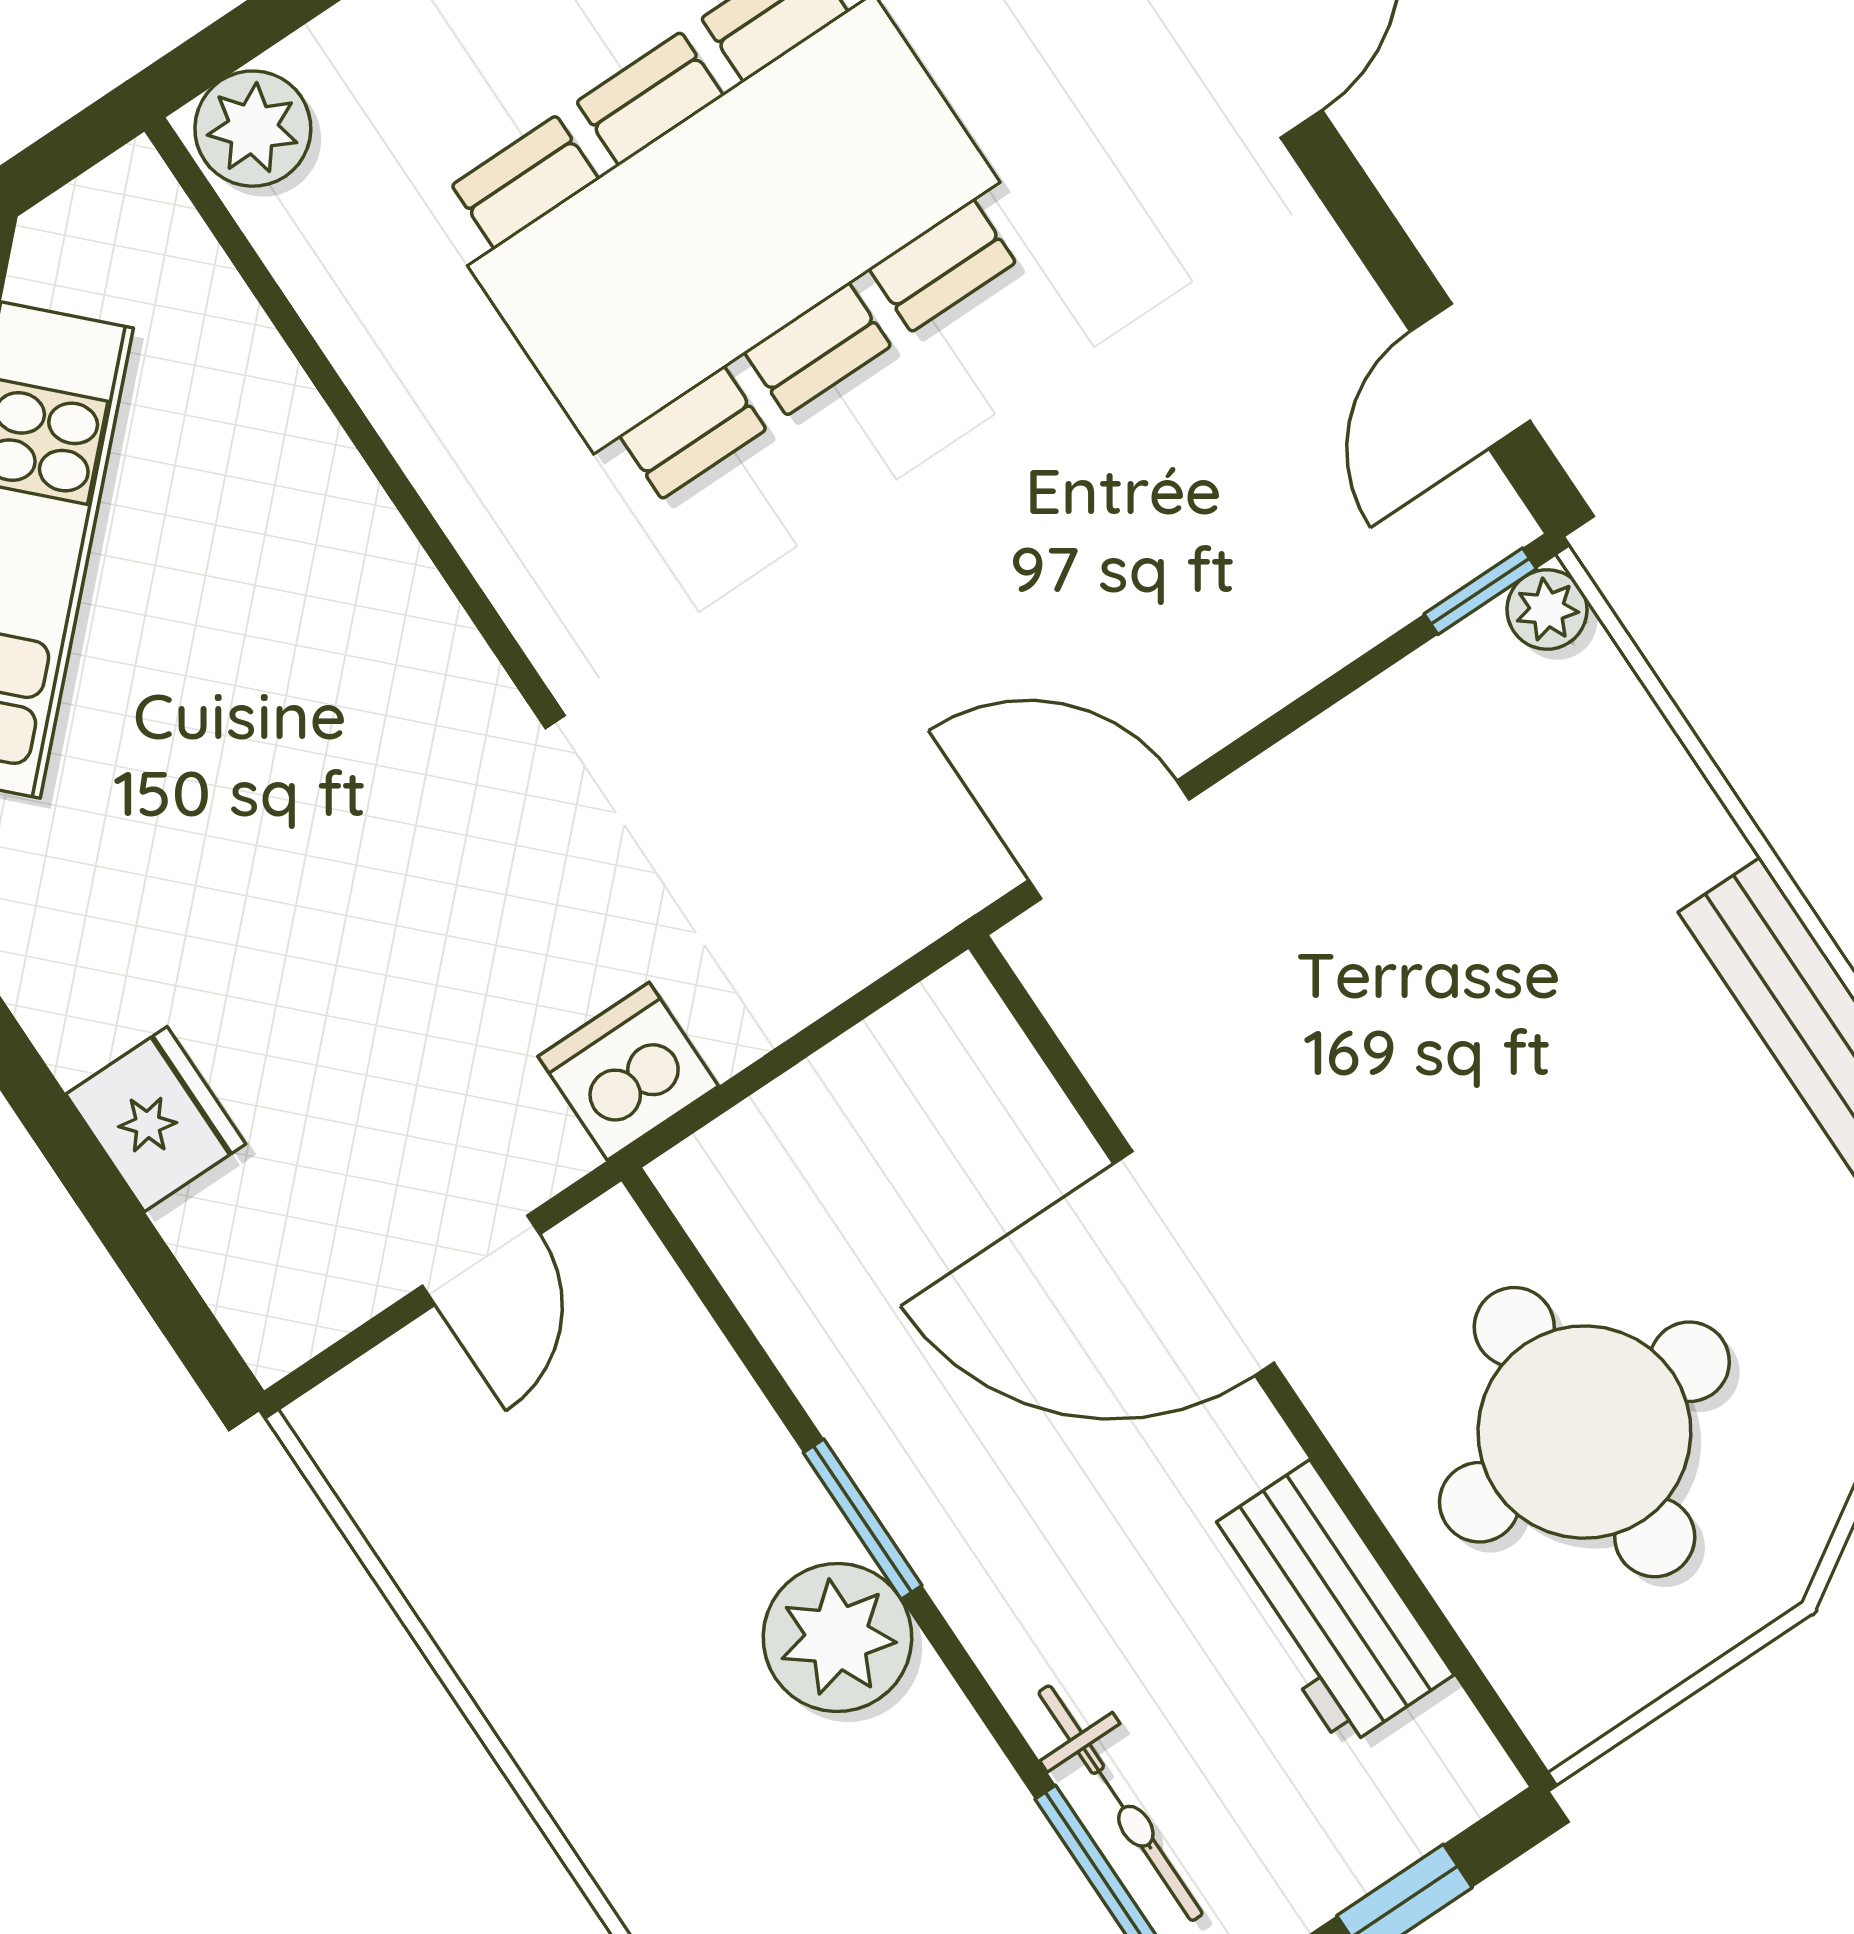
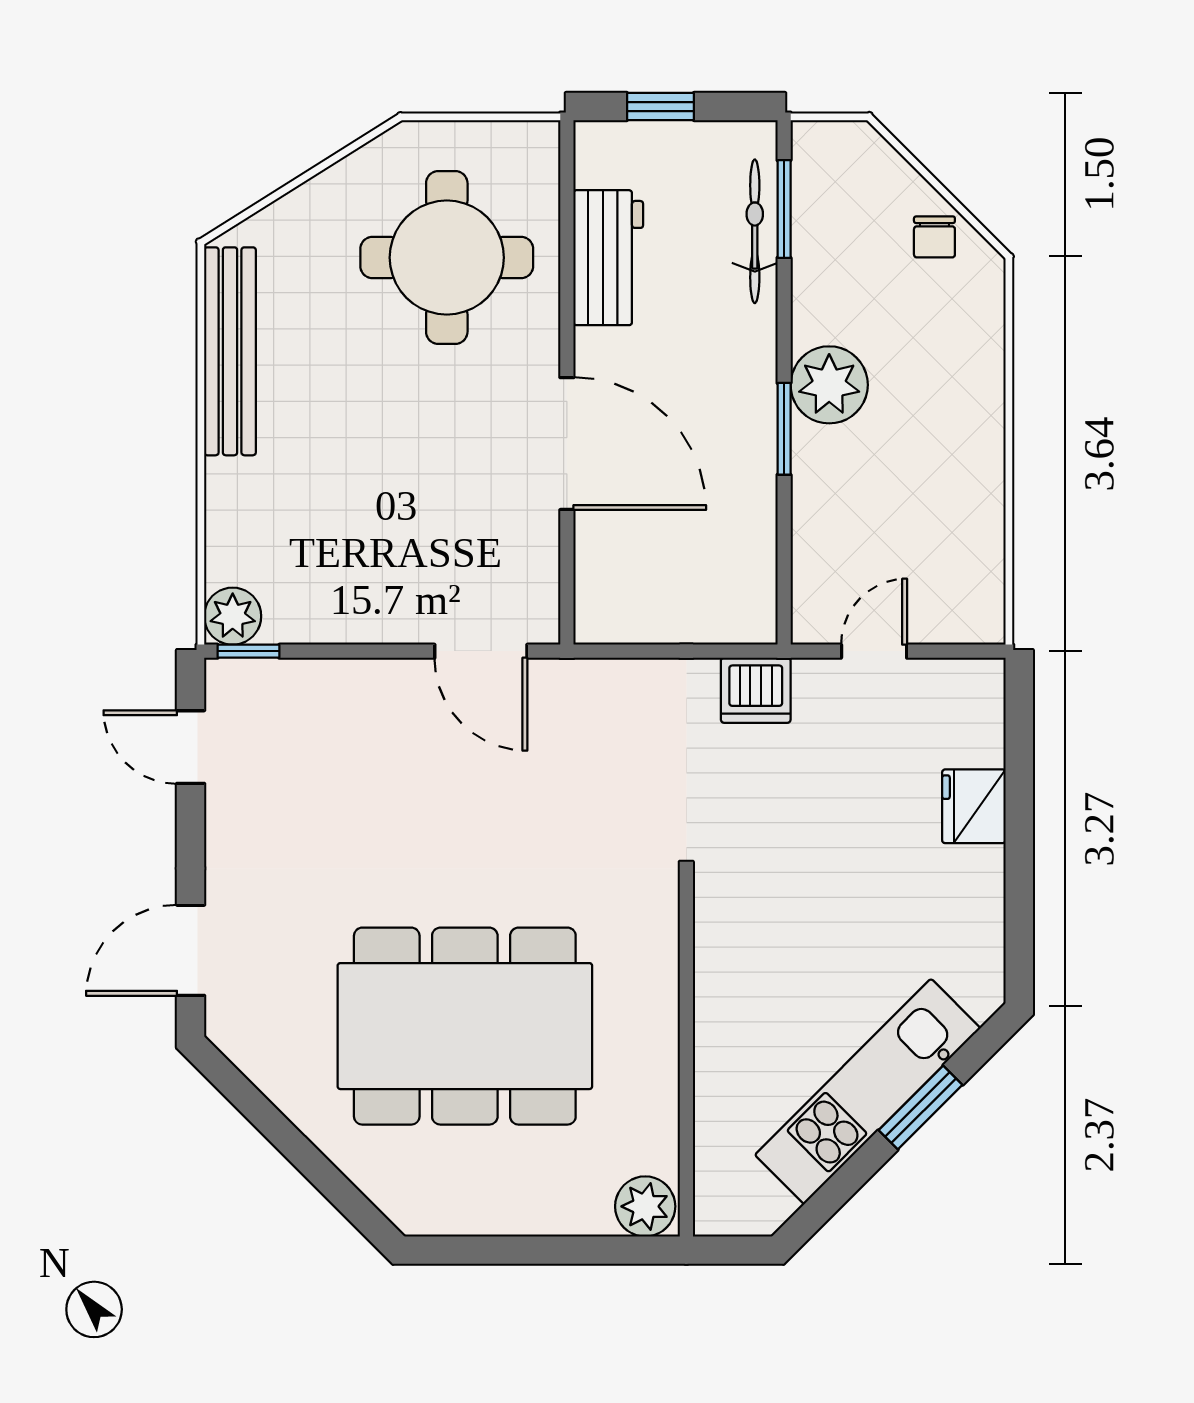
door: (1470, 376) -> (191, 747), swing flipped
plant: (1547, 610) -> (233, 616), width x1.38, depth x1.38

